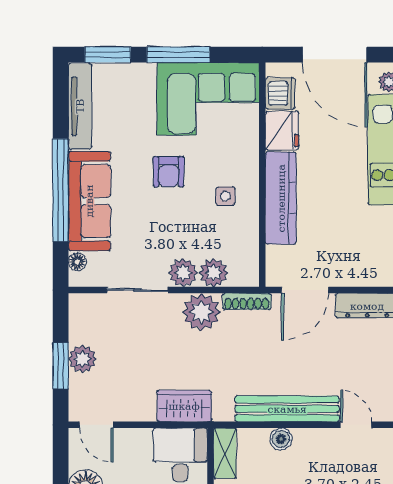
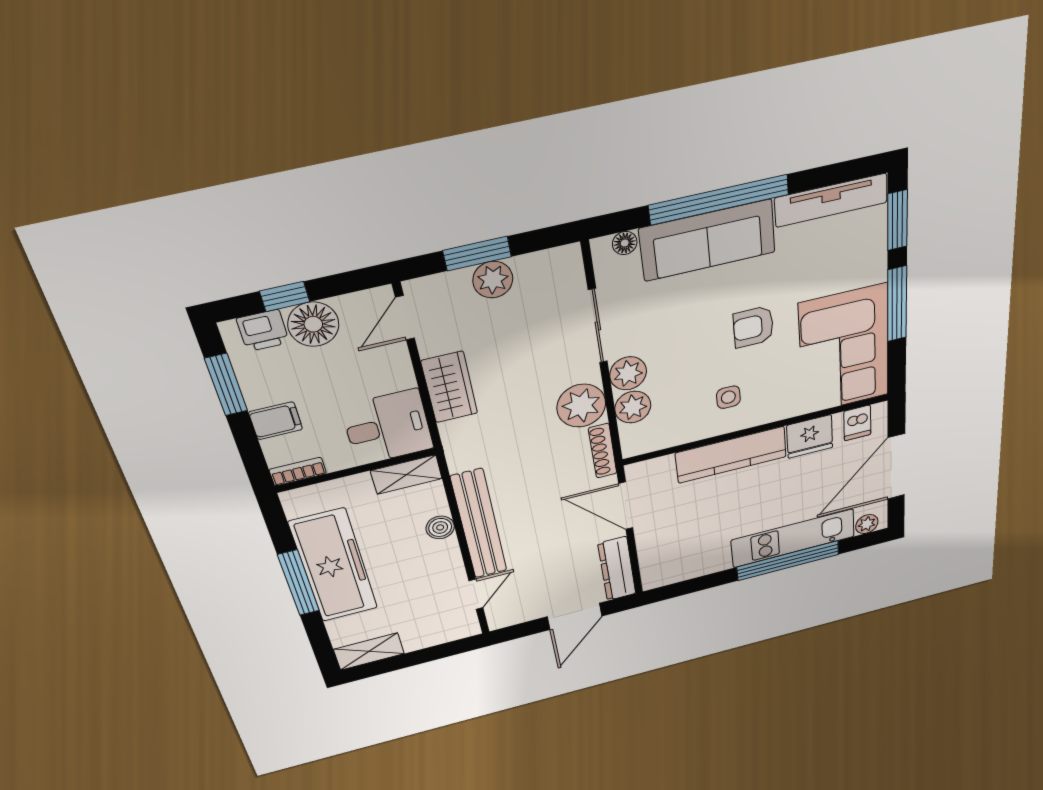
dishwasher: (280, 93) -> (857, 423), width x0.73
wardrobe: (184, 406) -> (449, 387), moved

